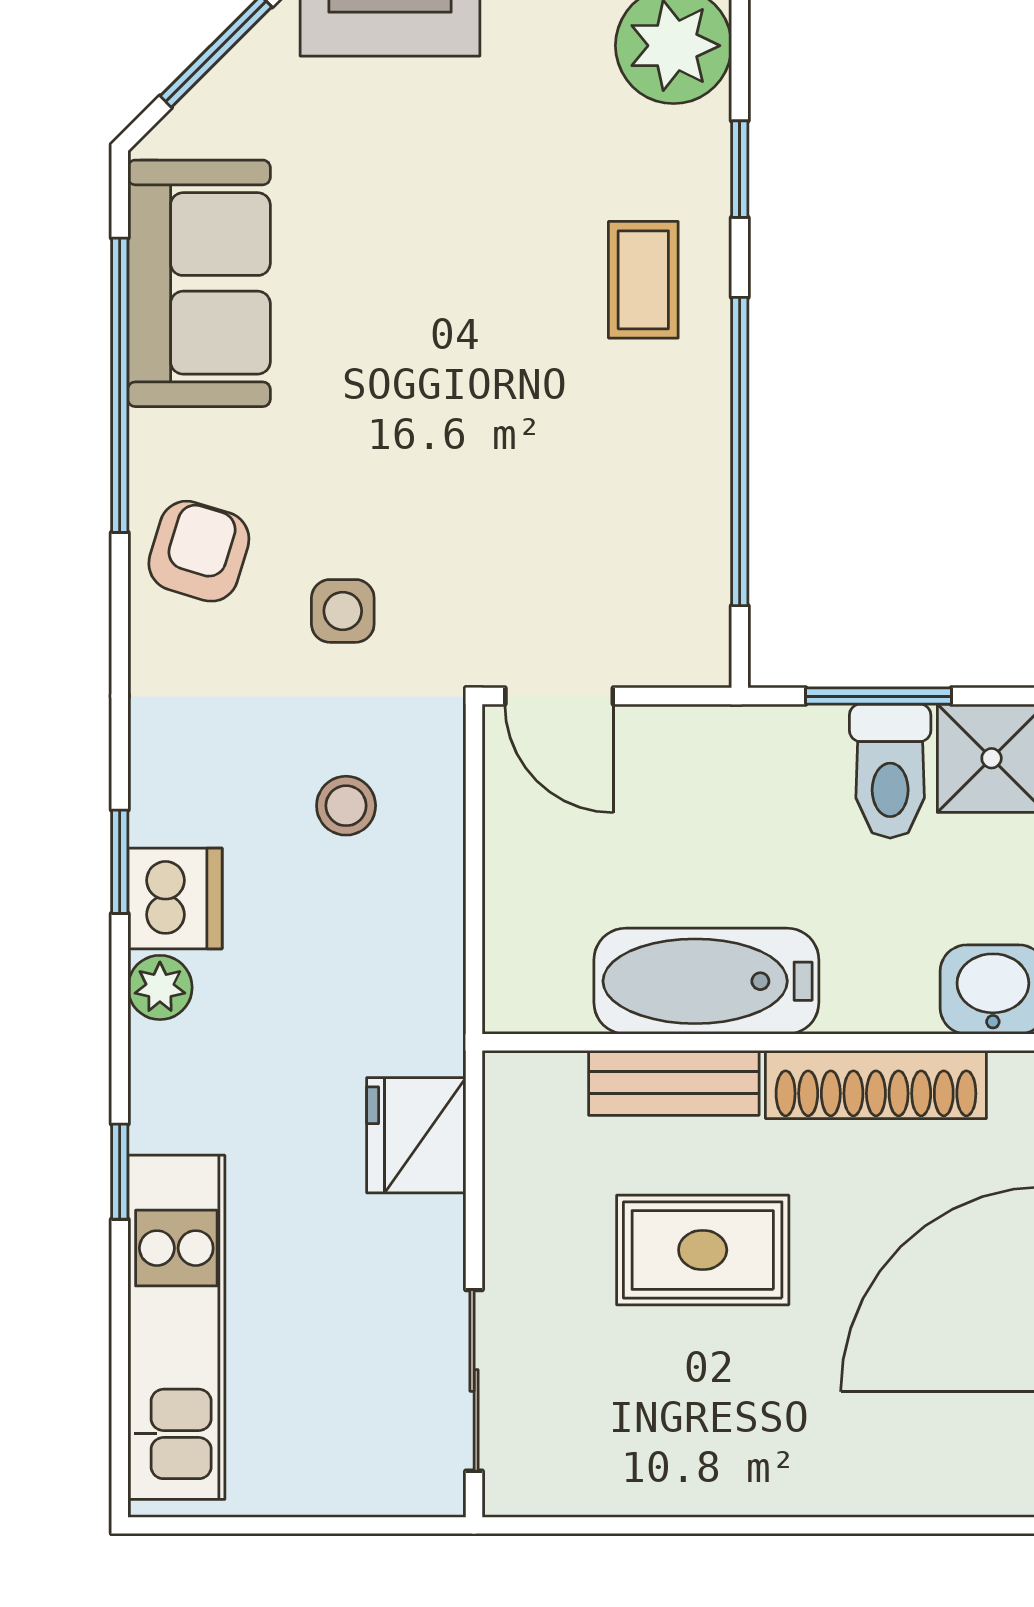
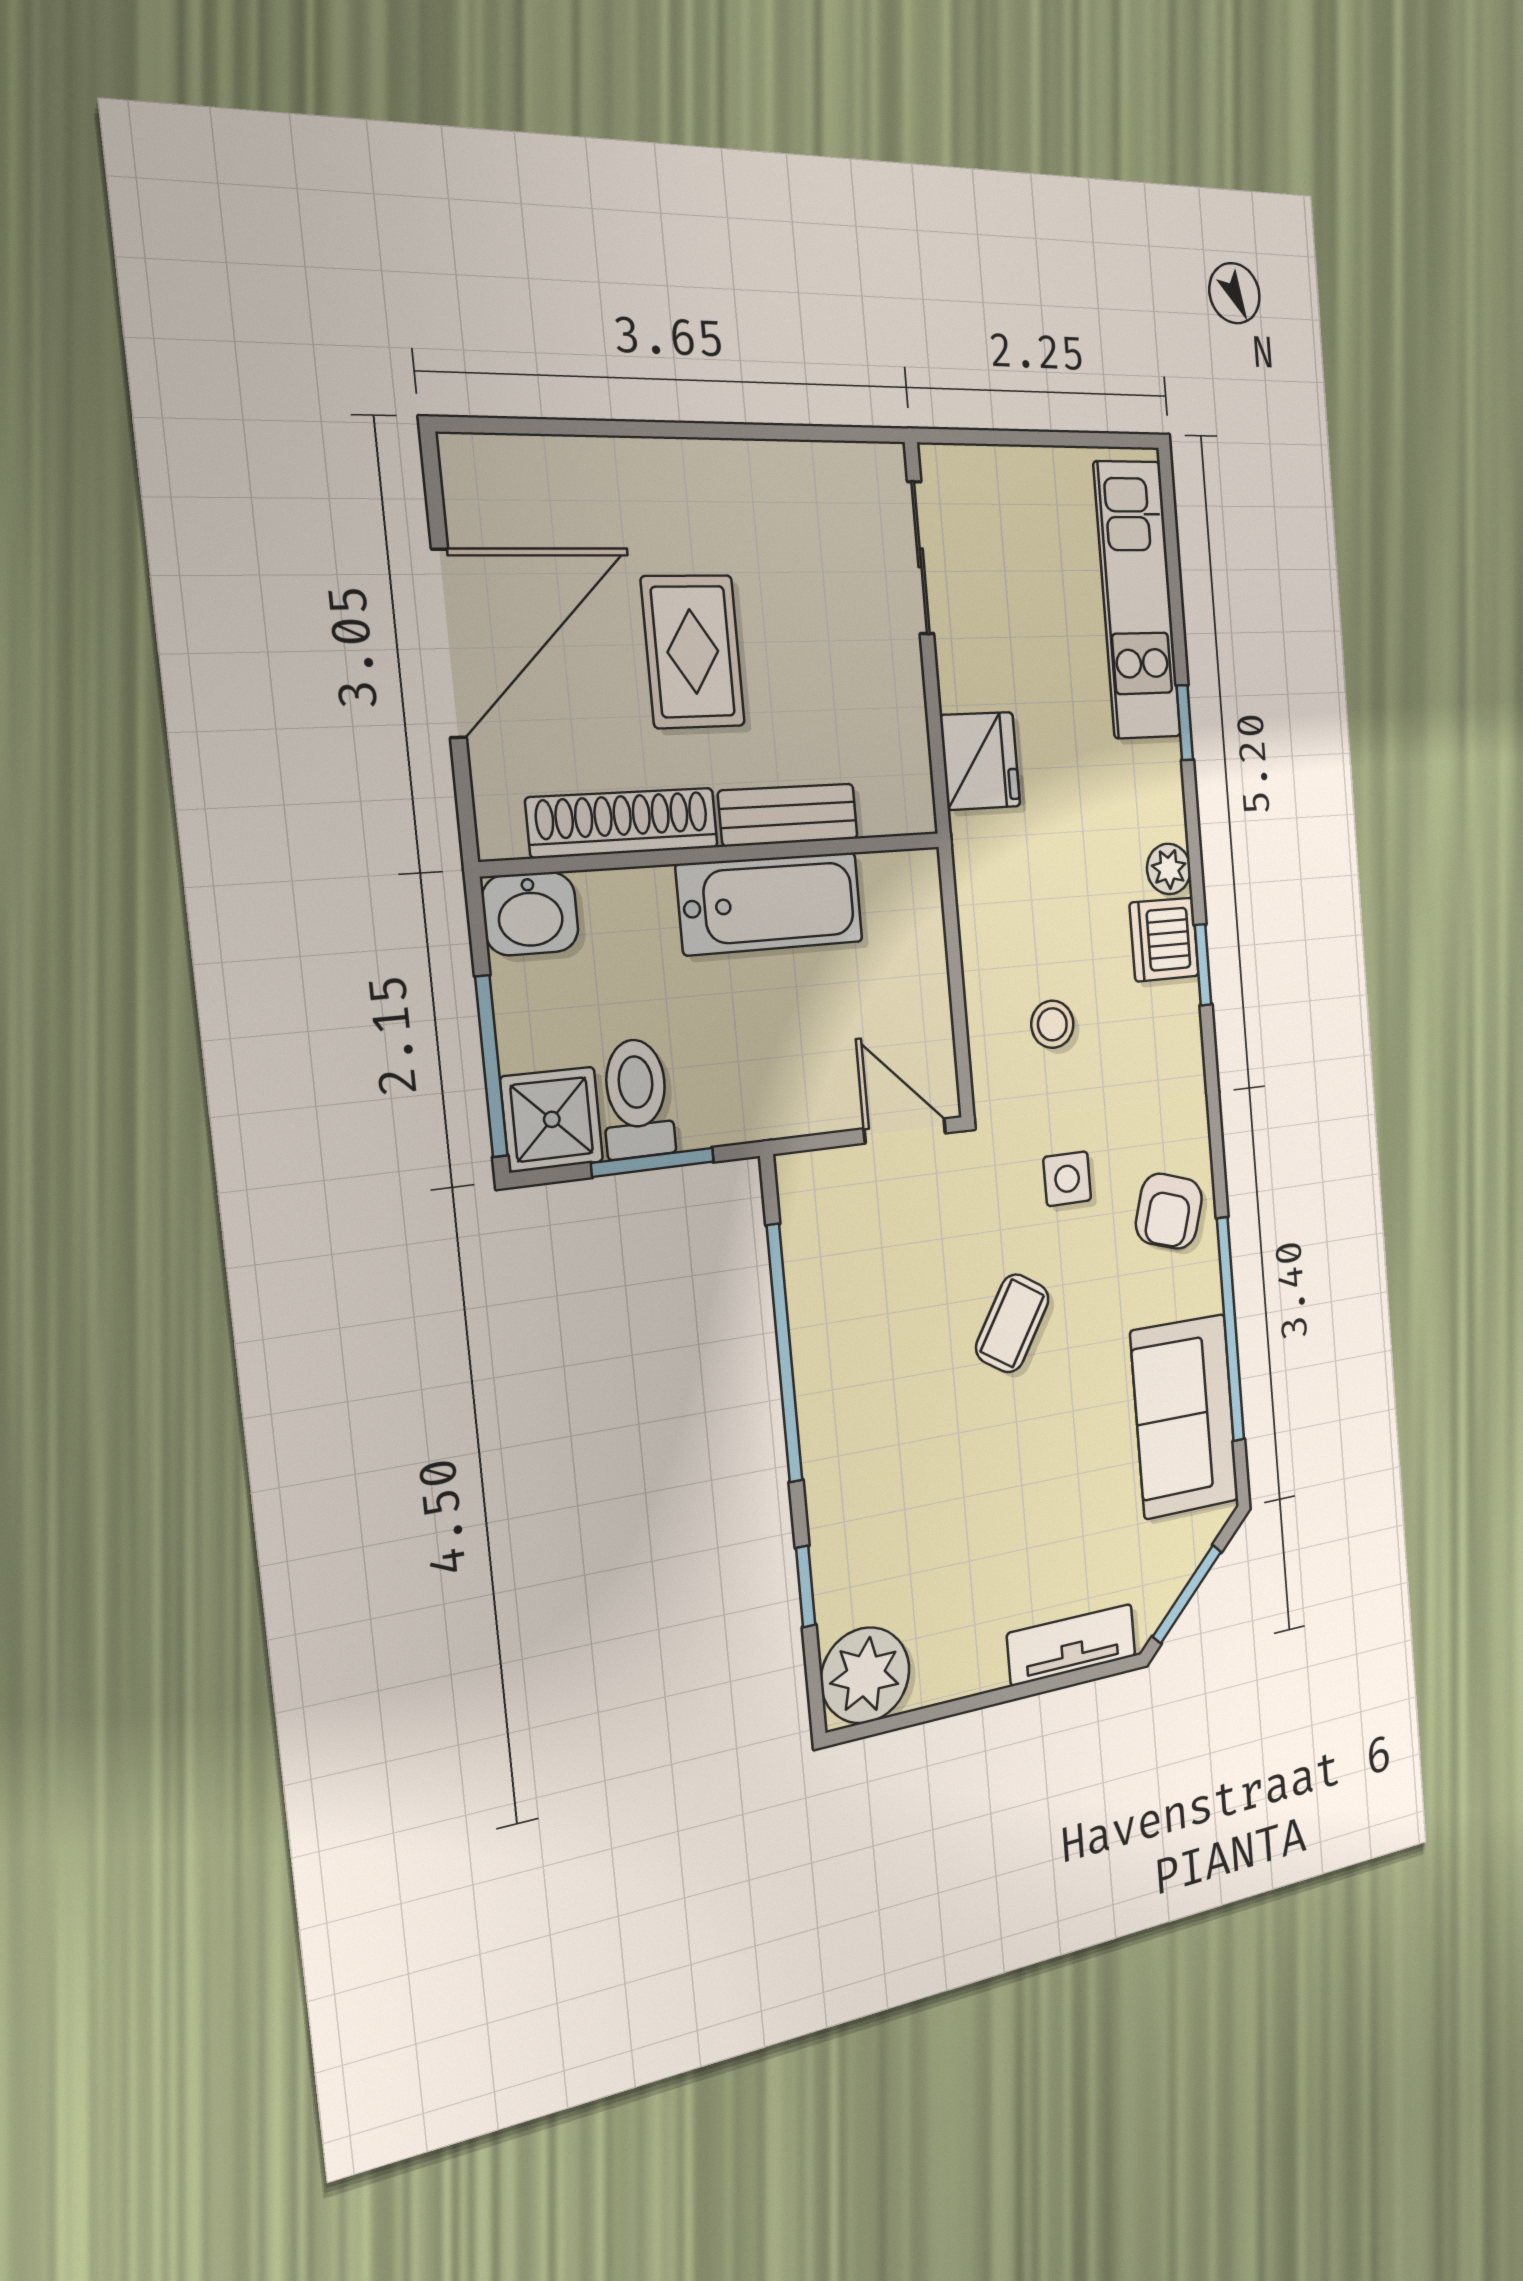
coffee table: (643, 280) -> (1012, 1323), moved, turned 32
rug: (703, 1250) -> (693, 652), moved, turned 90

